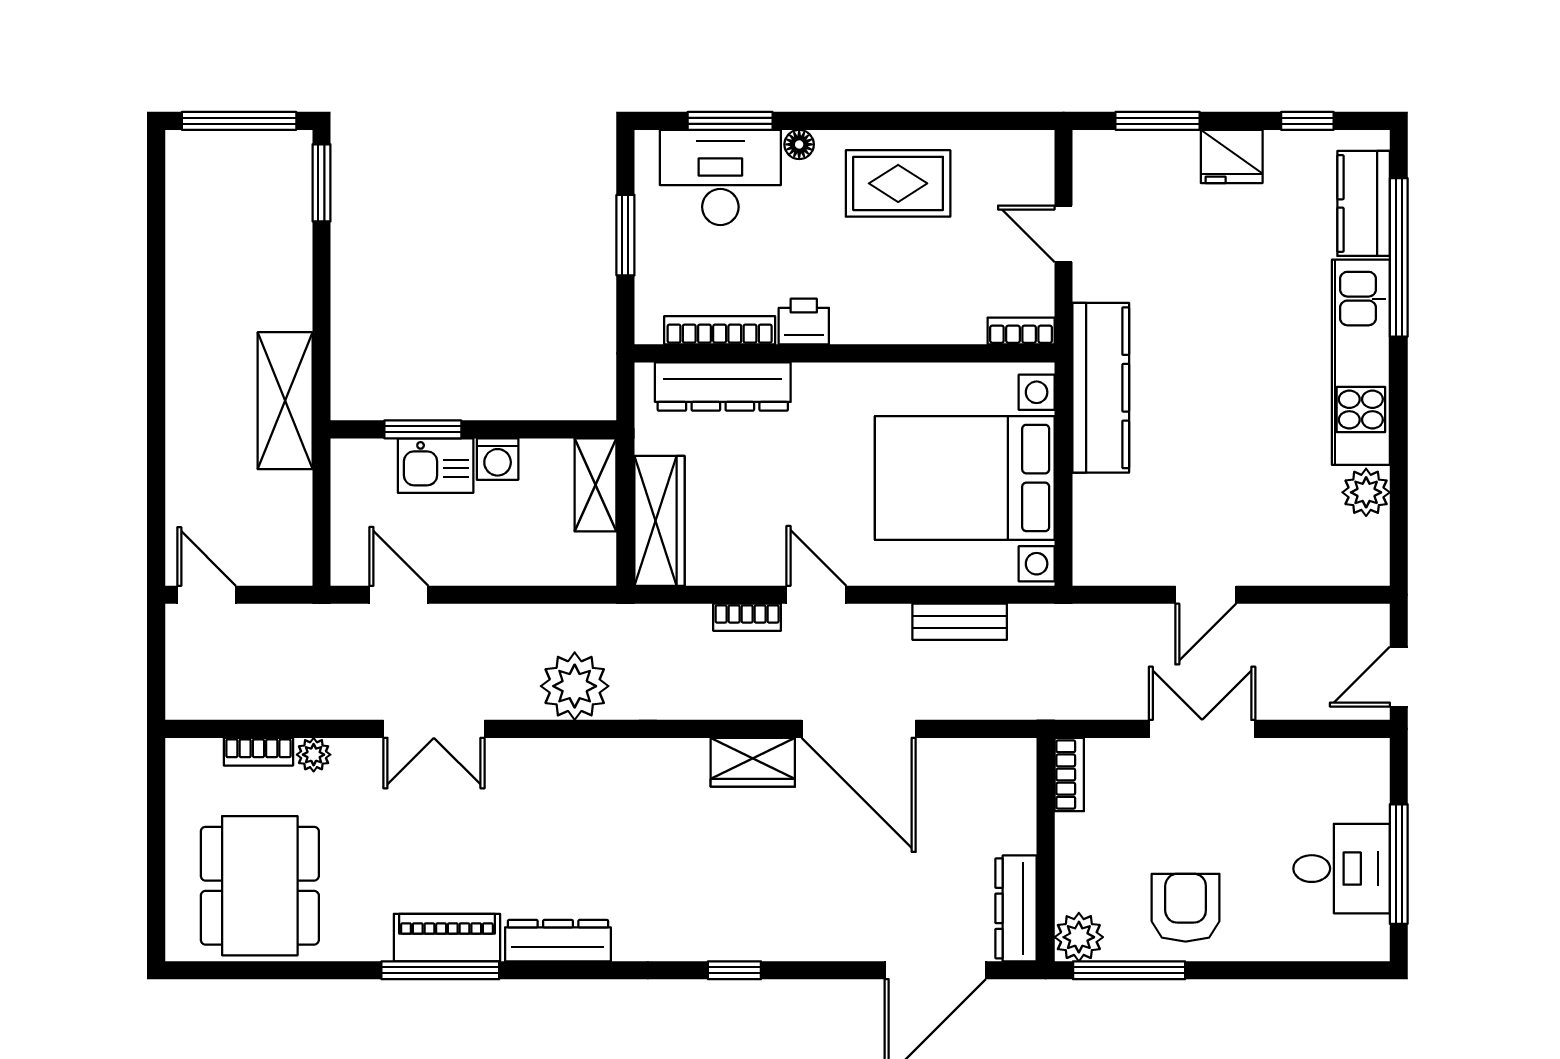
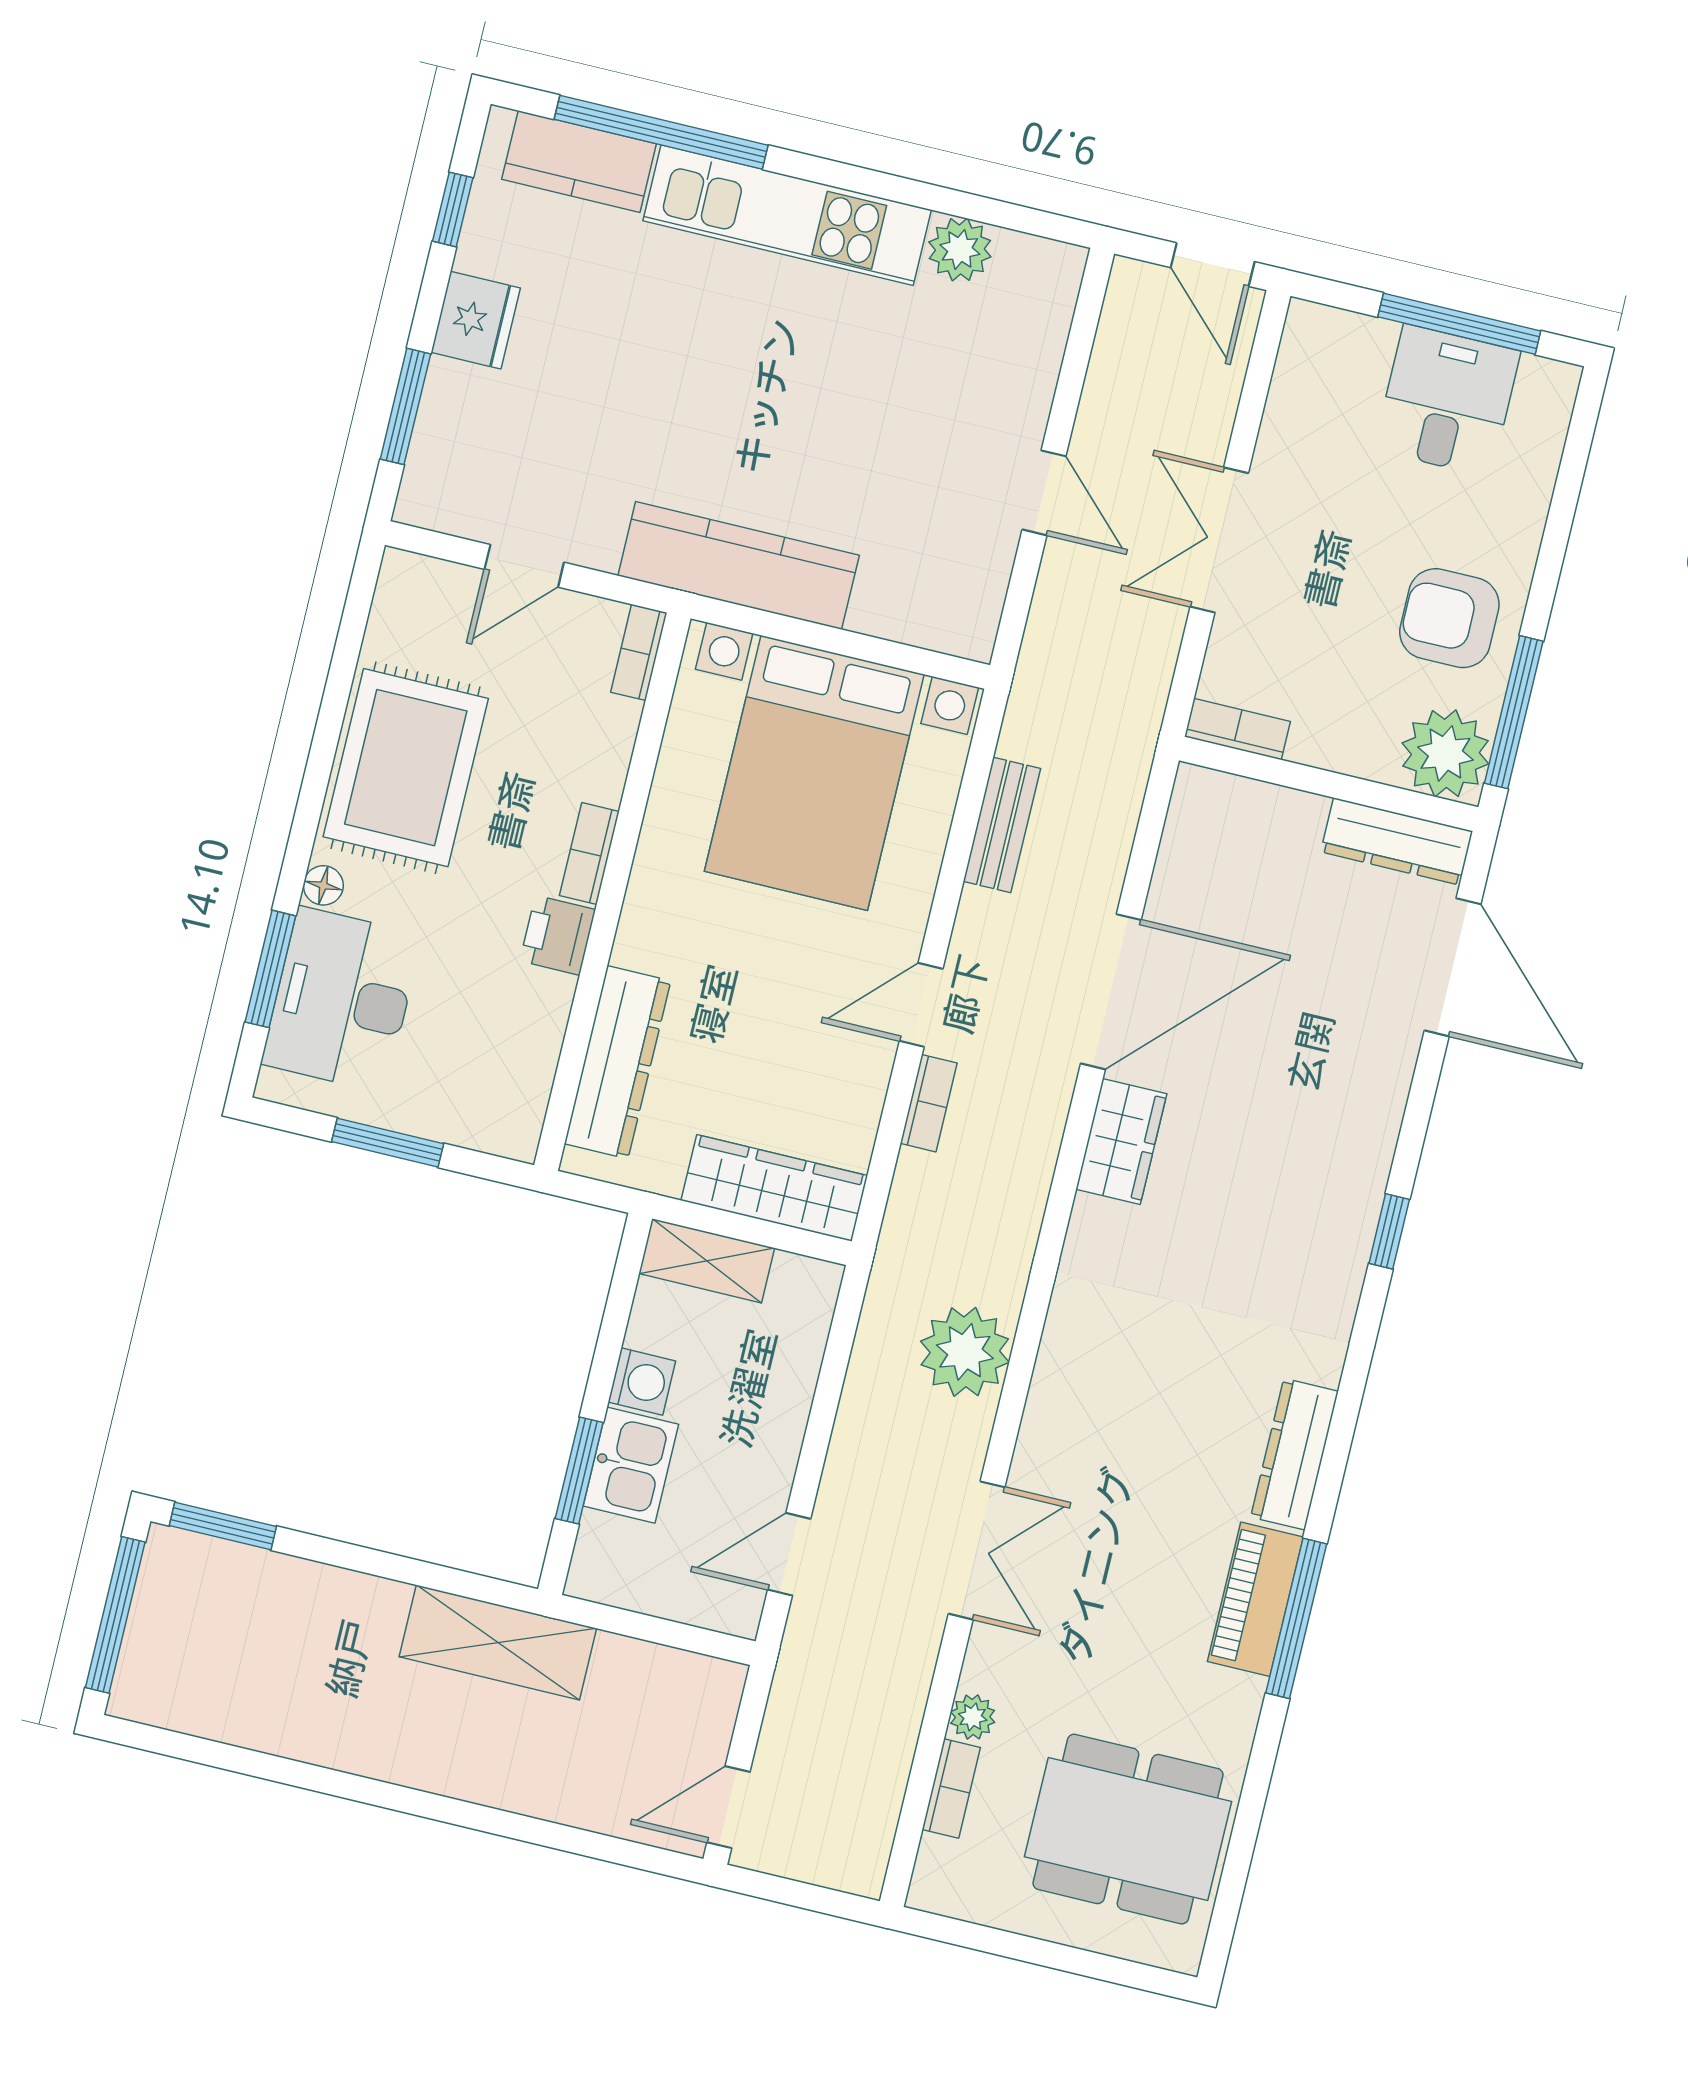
rug: (898, 183) -> (406, 768), width x1.36, depth x1.43
bookcase: (720, 330) -> (589, 854), moved, width x0.64
plant: (1079, 937) -> (1445, 753), width x1.36, depth x1.36

